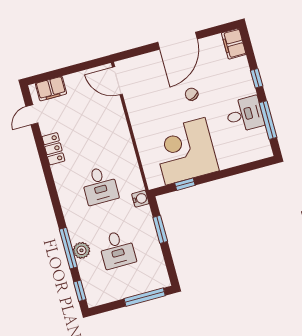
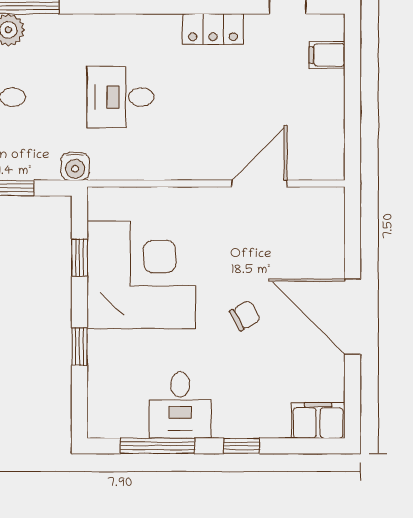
door: (117, 81) -> (259, 183), moved
filing cabinet: (51, 89) -> (327, 55), width x0.50
window: (229, 172) -> (80, 347), added

